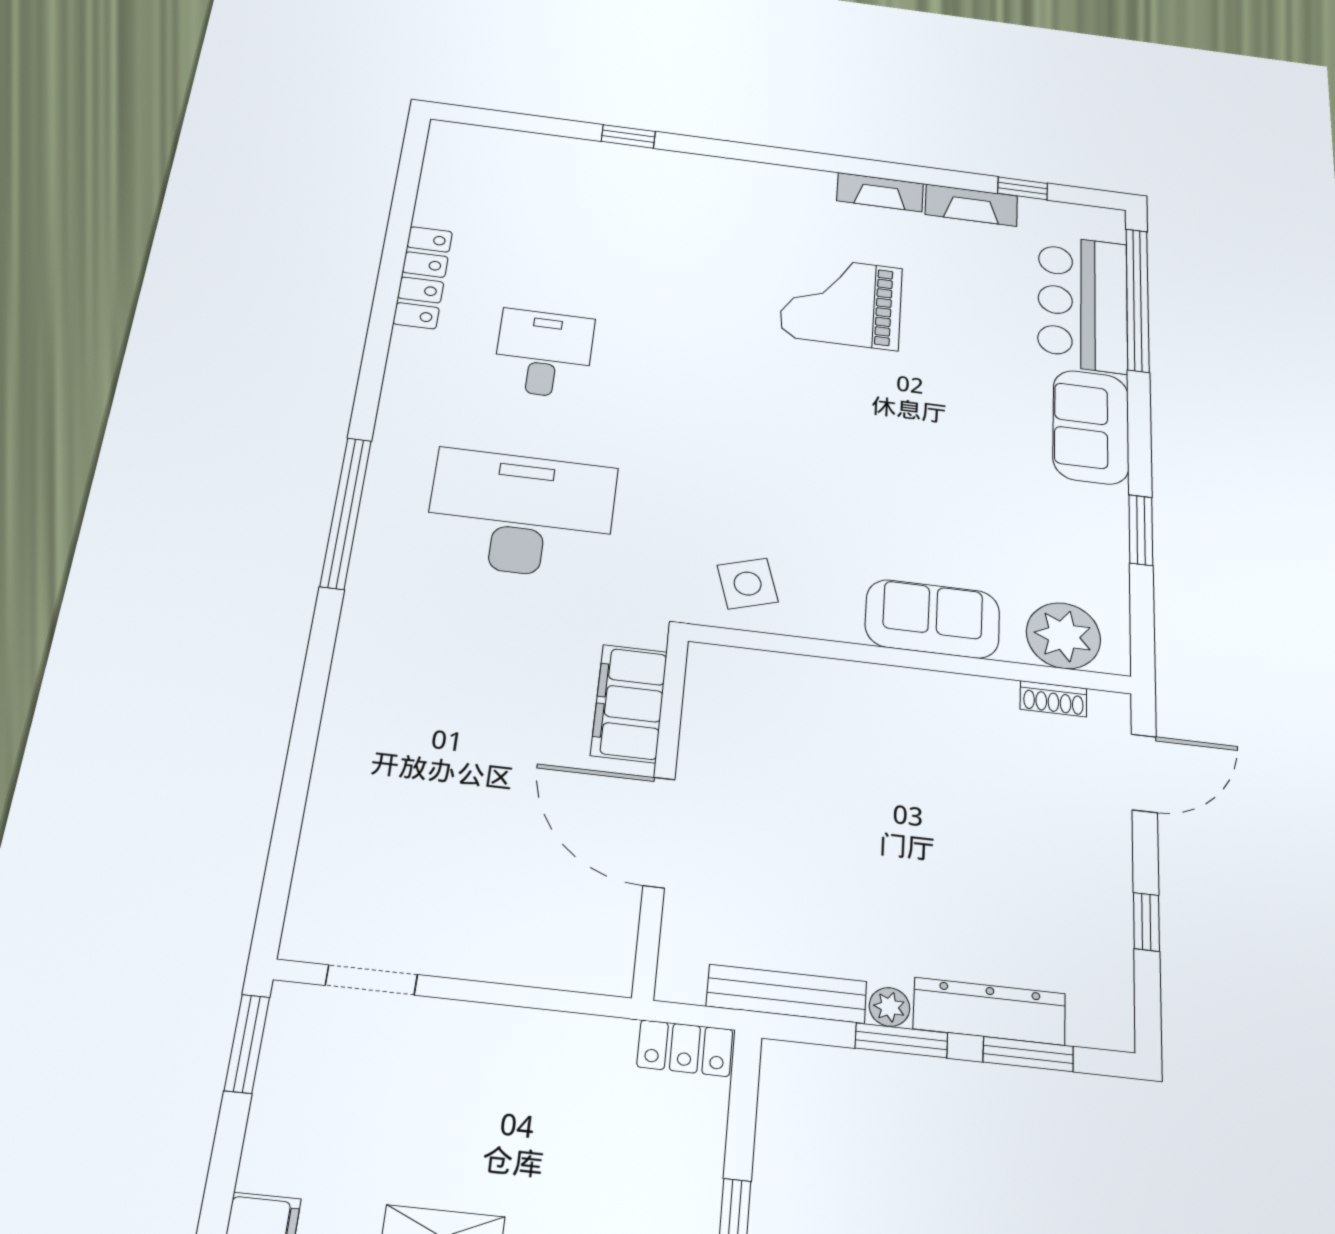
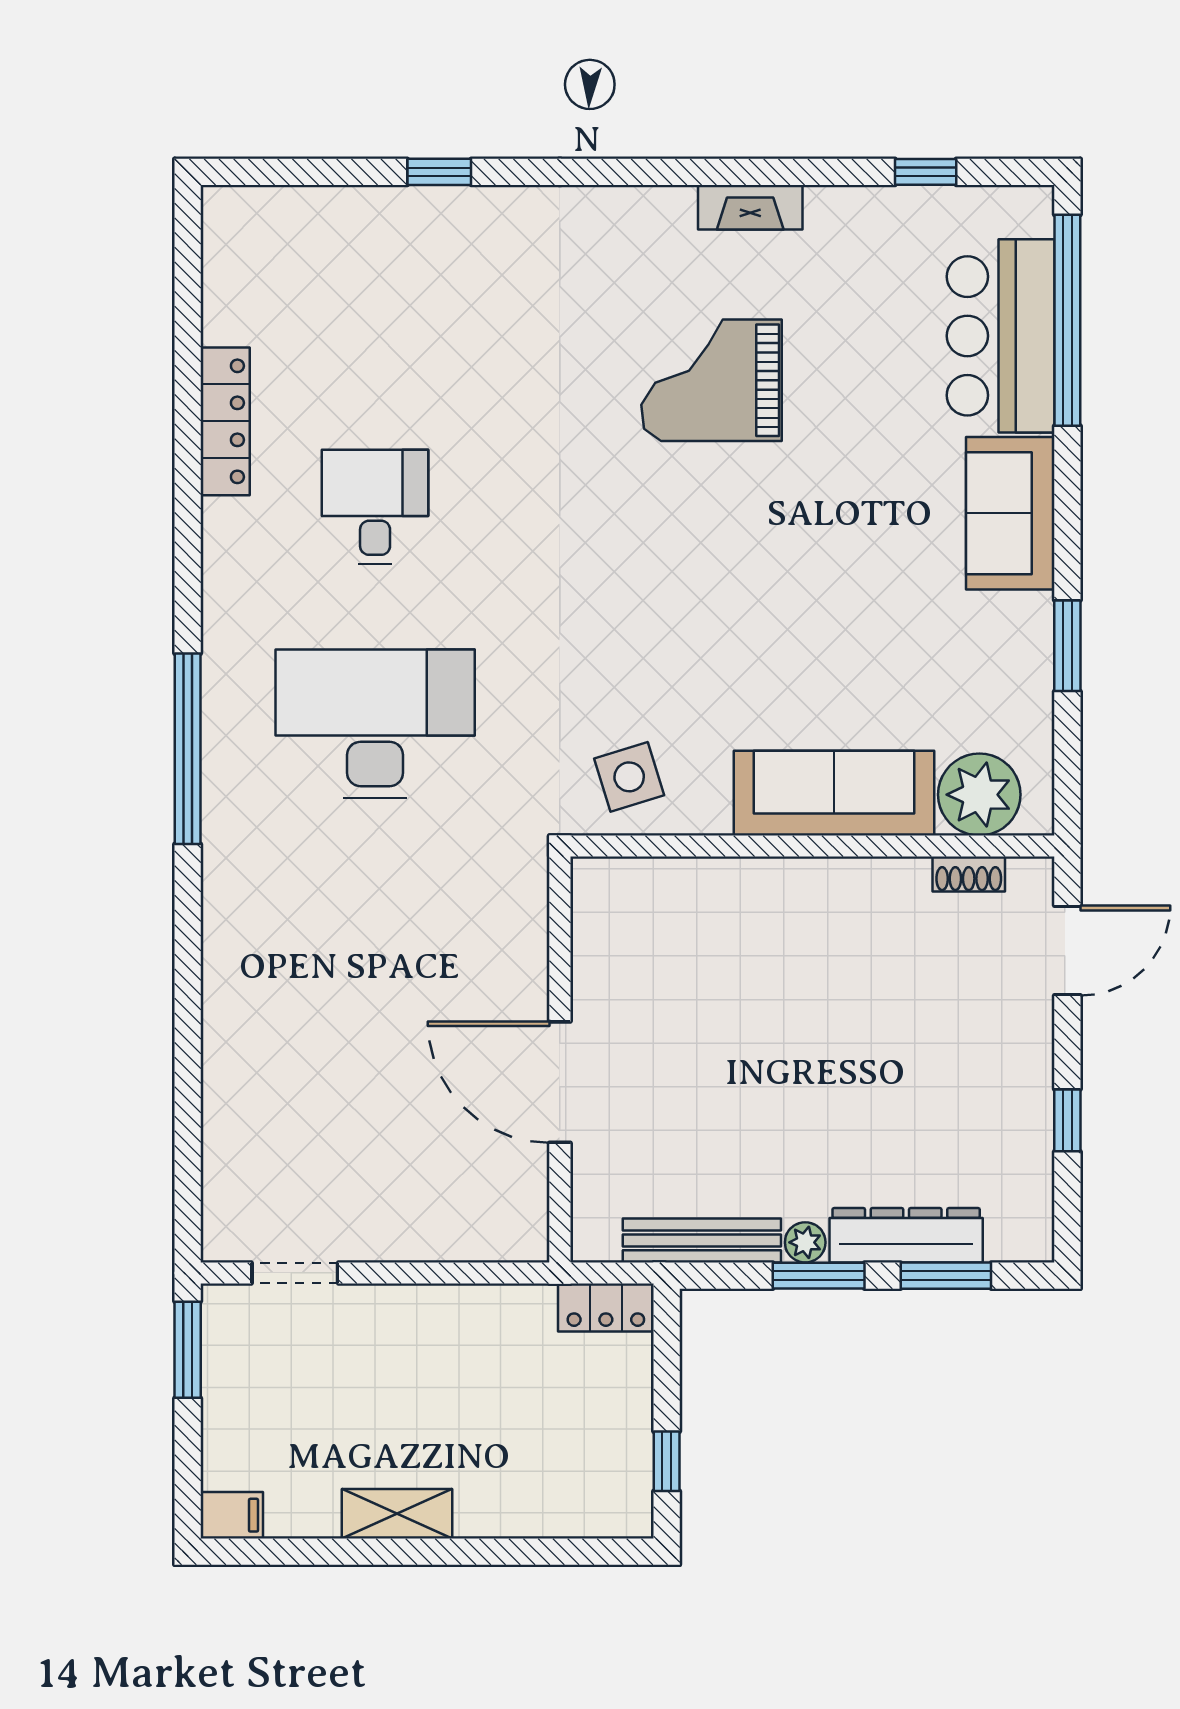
fireplace: (971, 205) -> (863, 209), removed
sofa: (933, 619) -> (834, 793), width x1.36
filing cabinet: (629, 703) -> (515, 939), removed

